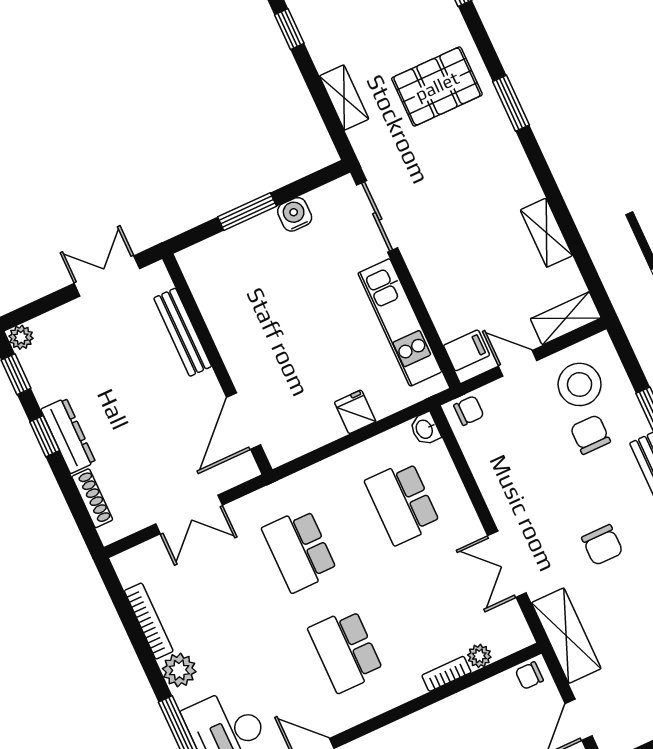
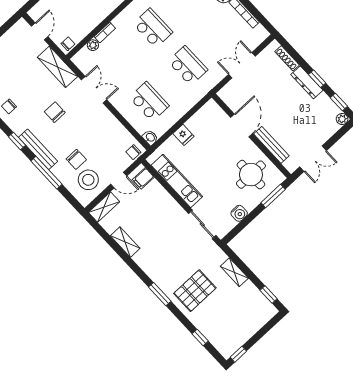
window: (247, 212) -> (273, 196), moved
round table: (244, 285) -> (251, 175), added
door: (244, 421) -> (242, 125), moved

